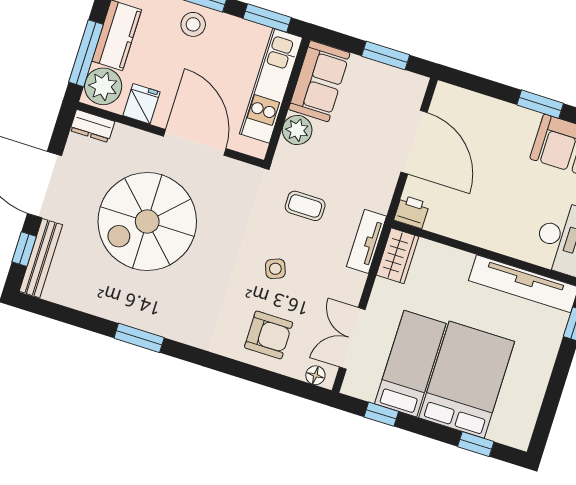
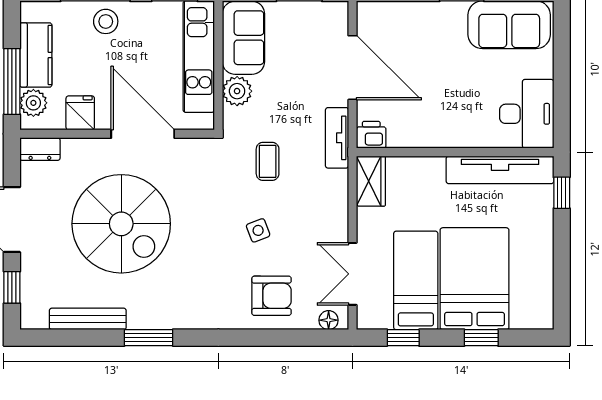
plant: (103, 86) -> (33, 103), width x0.73, depth x0.73
coffee table: (305, 206) -> (268, 161), turned 90
spiral stairs: (147, 221) -> (121, 224), turned -90
tv unit: (367, 241) -> (337, 138), moved
bench: (41, 258) -> (88, 319), moved, turned 90
window: (476, 444) -> (481, 338), moved

